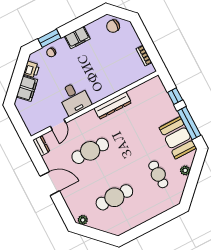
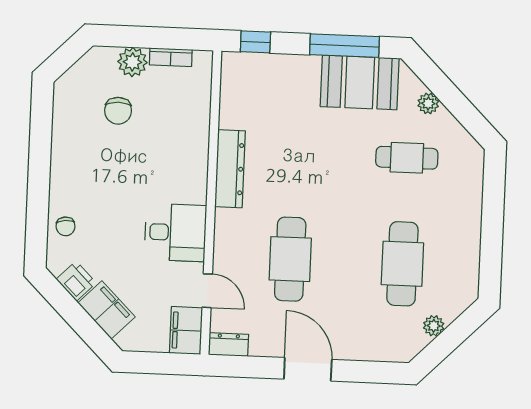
chair: (113, 26) -> (118, 111), moved
filing cabinet: (77, 37) -> (186, 330), moved, turned 180
window: (49, 38) -> (37, 215), removed
plant: (133, 41) -> (132, 62), added
window: (175, 96) -> (255, 42), moved
door: (50, 184) -> (308, 369), hinge flipped
plant: (83, 220) -> (434, 326), moved

